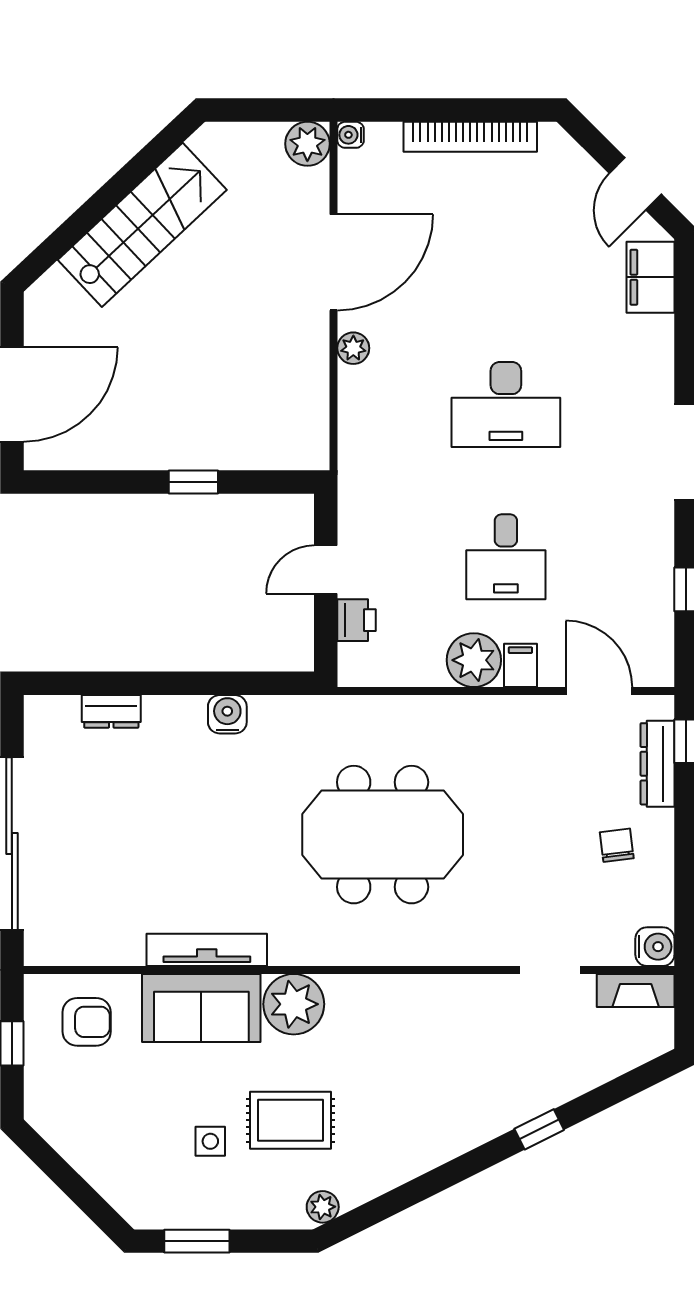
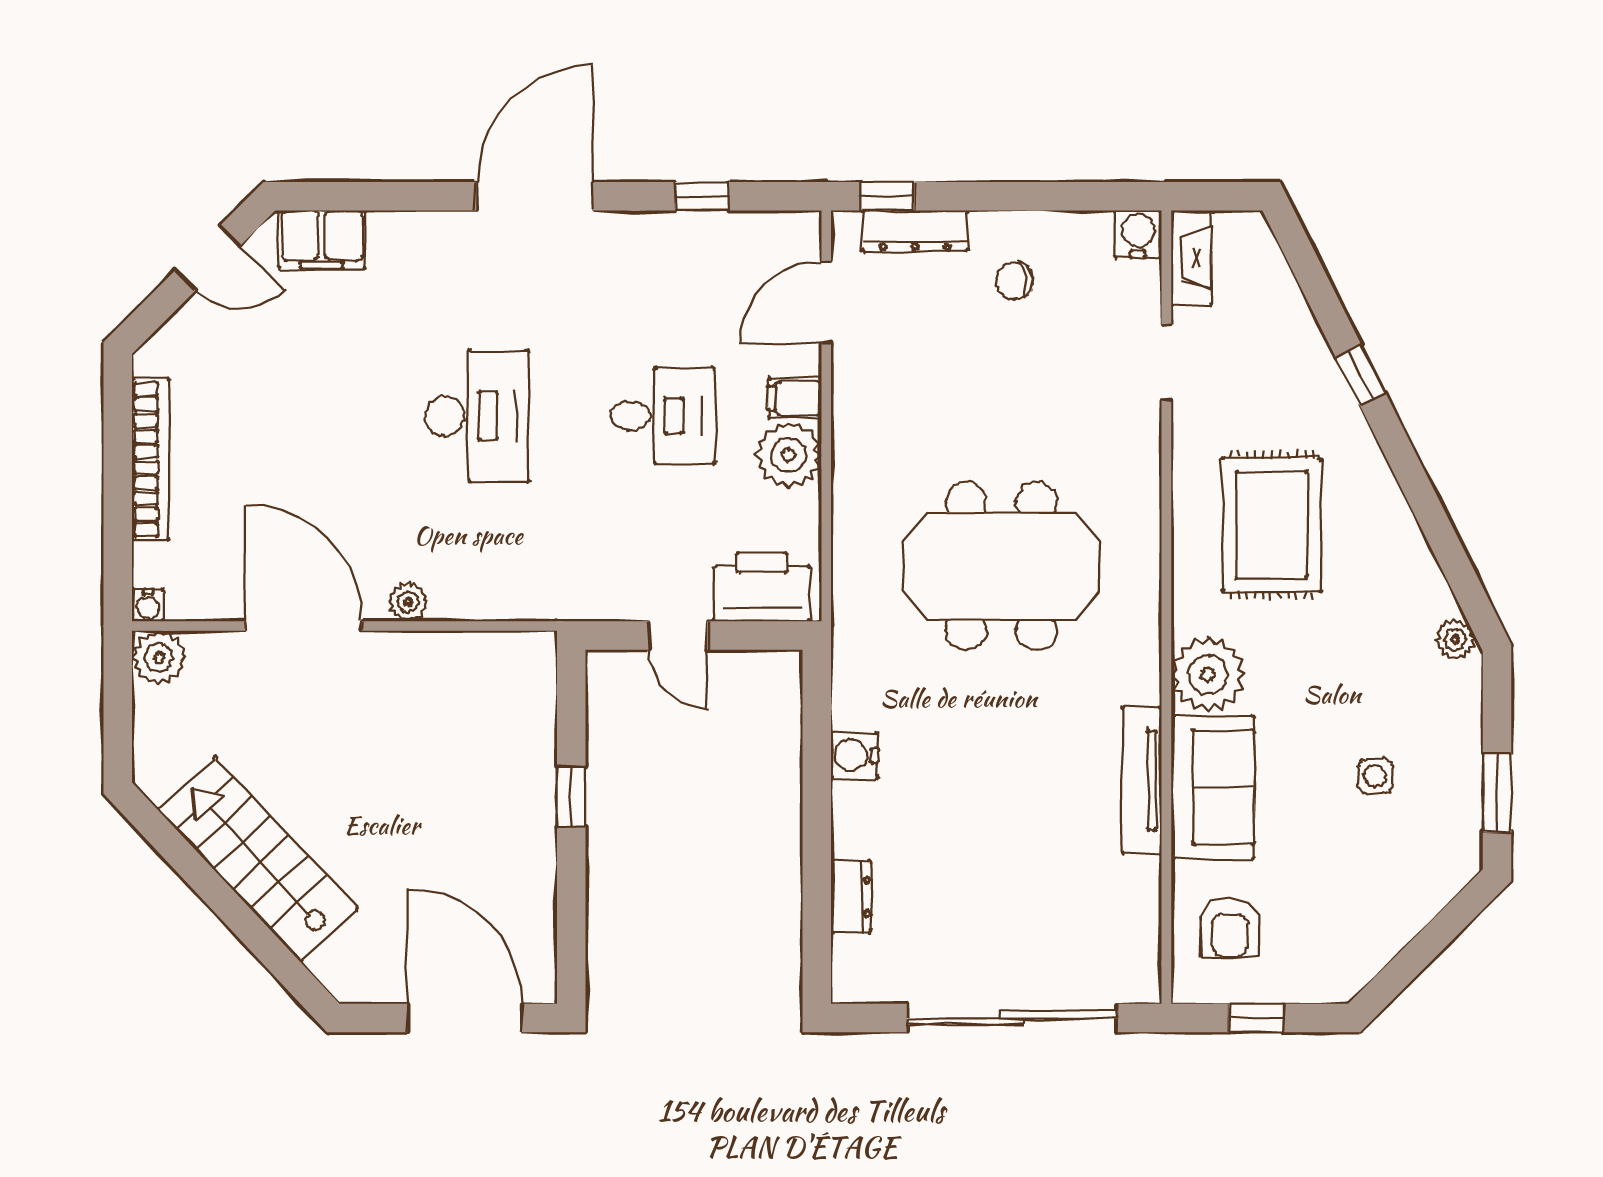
printer: (357, 620) -> (762, 587), width x1.87, depth x1.48
meeting table: (383, 835) -> (1001, 566), turned 90
armchair: (87, 1022) -> (1230, 927), turned 180
rug: (291, 1120) -> (1272, 525), moved, width x1.36, depth x1.43

